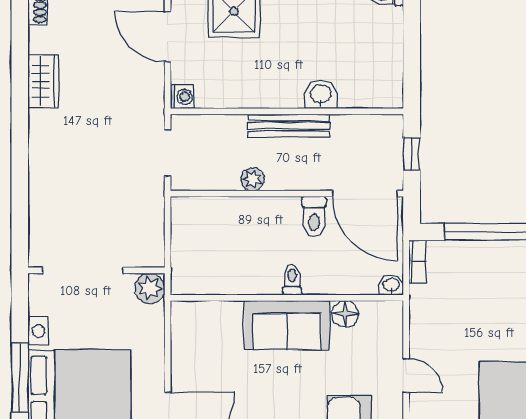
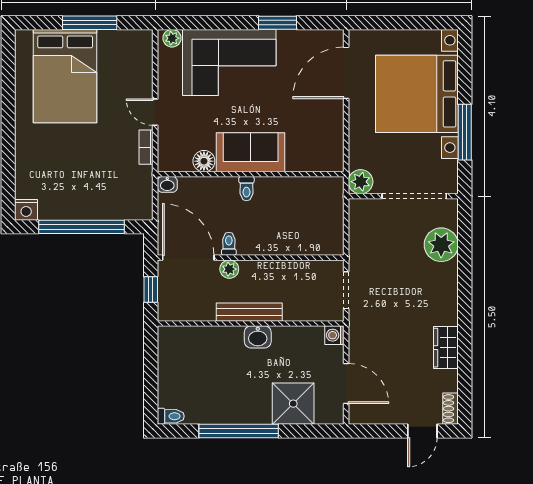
washbasin: (321, 95) -> (258, 337), moved
plant: (253, 179) -> (229, 269), moved
plant: (49, 210) -> (441, 245), added
toilet: (314, 217) -> (229, 244), width x0.73, depth x0.72
bookcase: (417, 262) -> (146, 147), moved
window: (20, 378) -> (465, 132), moved

